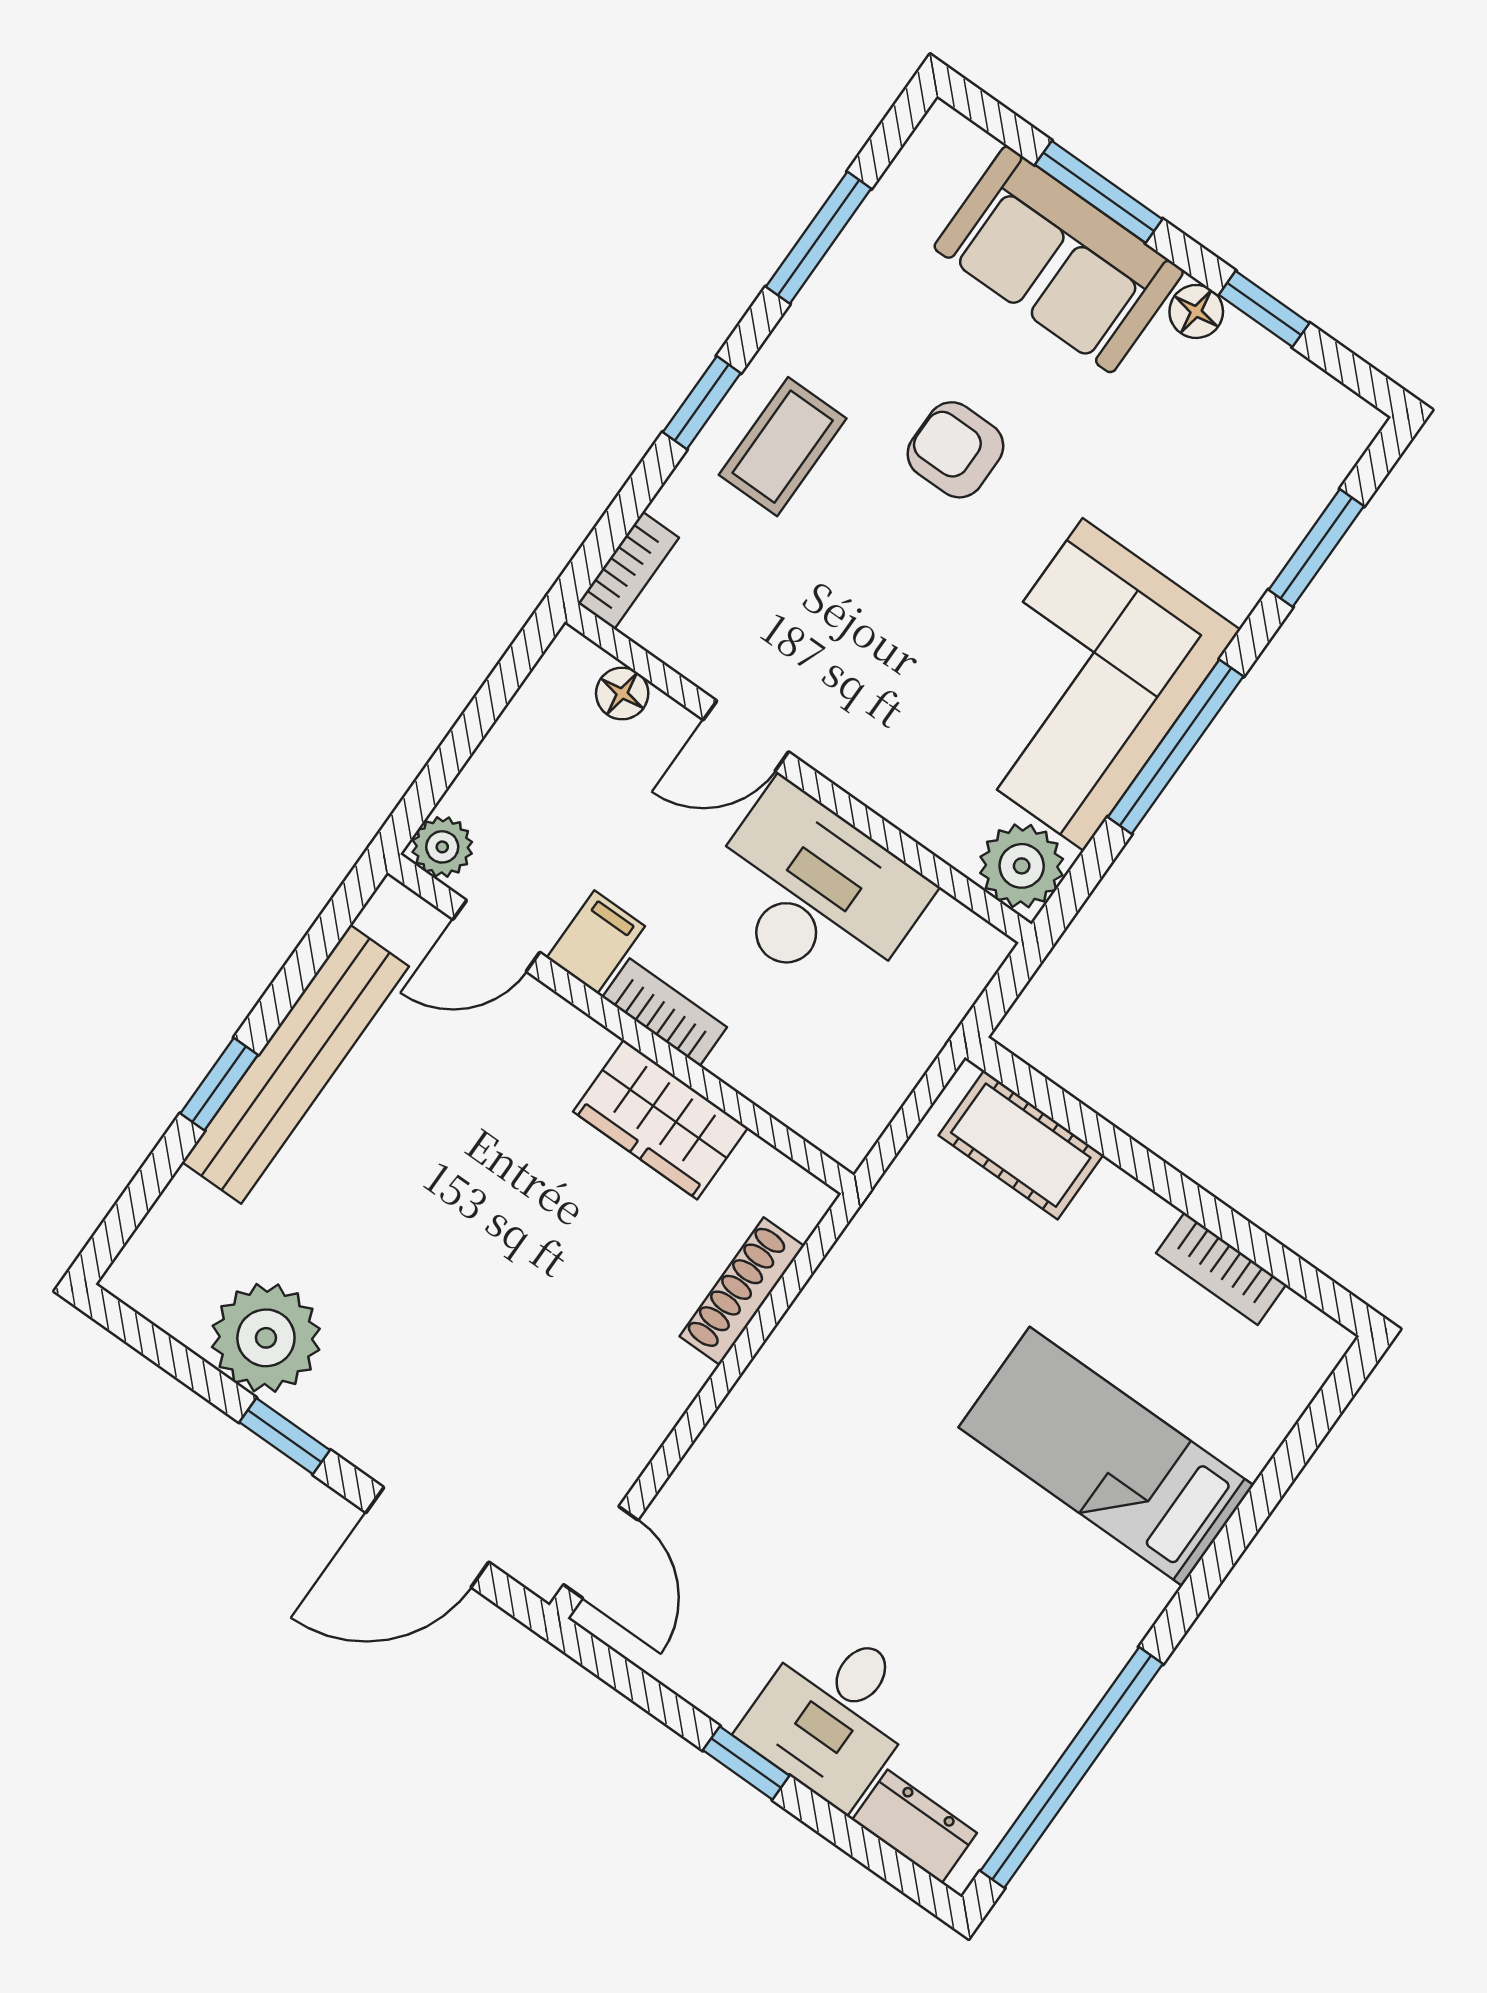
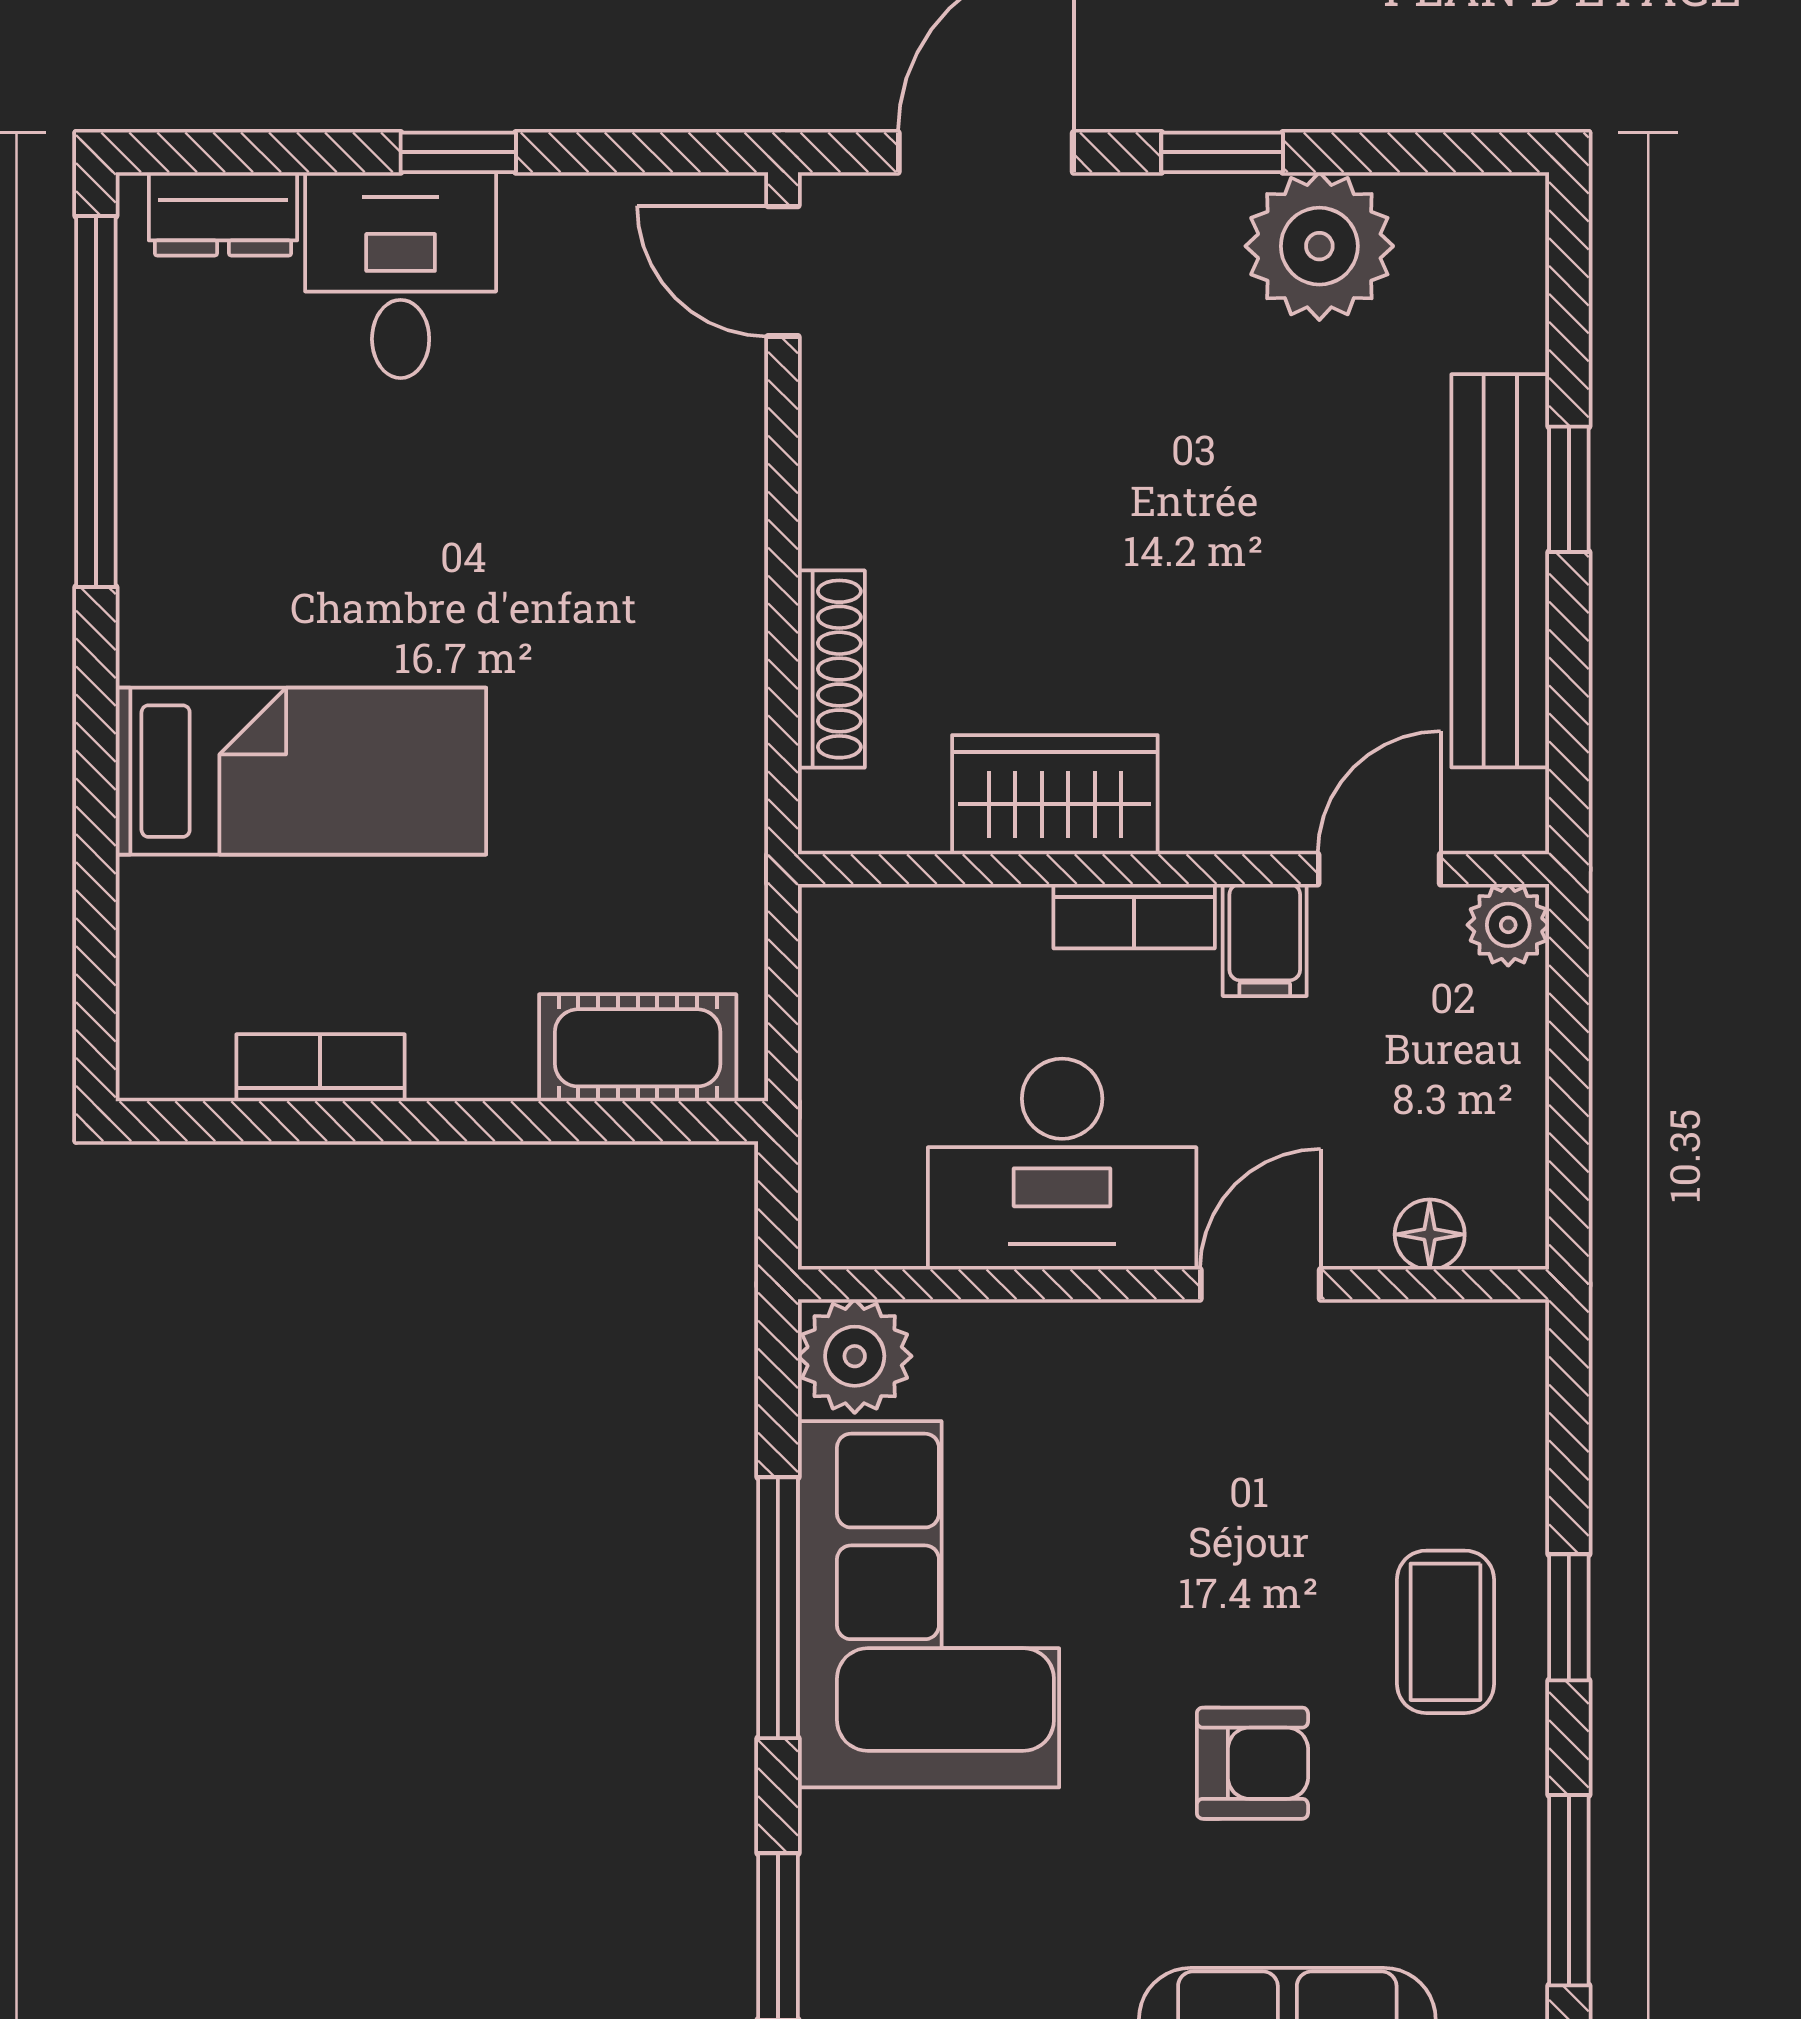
bookcase: (628, 570) -> (1519, 1375), removed

